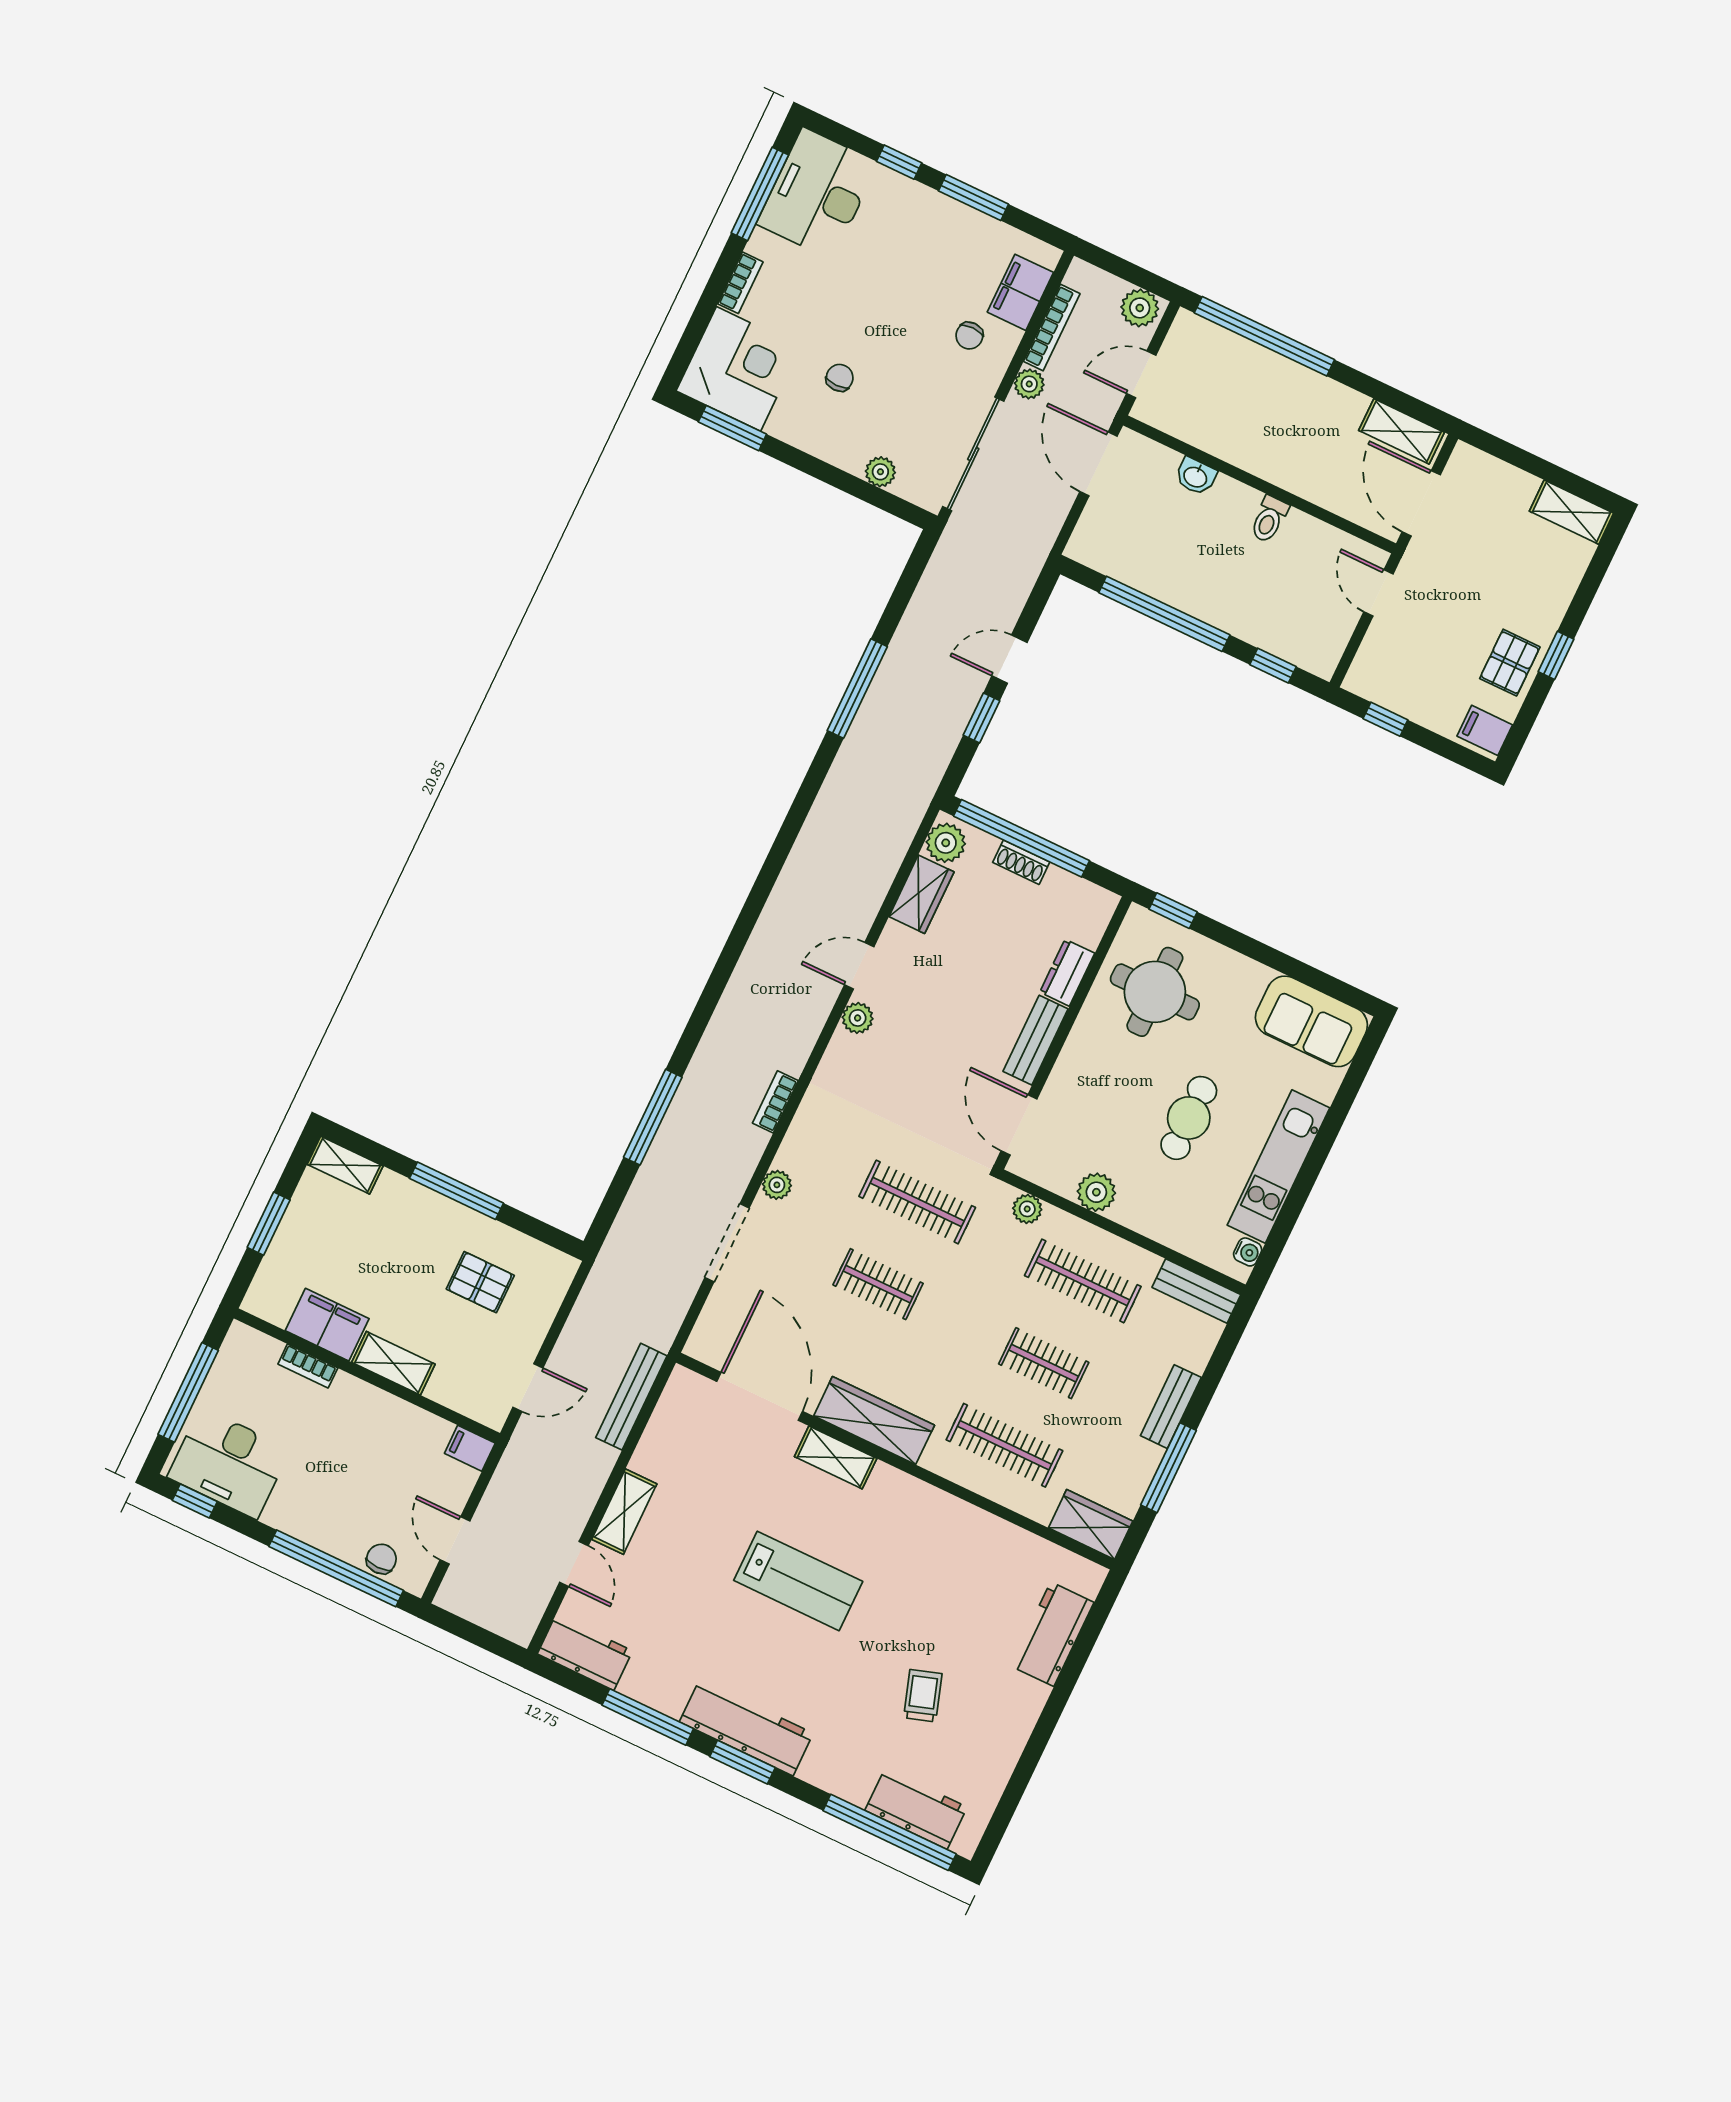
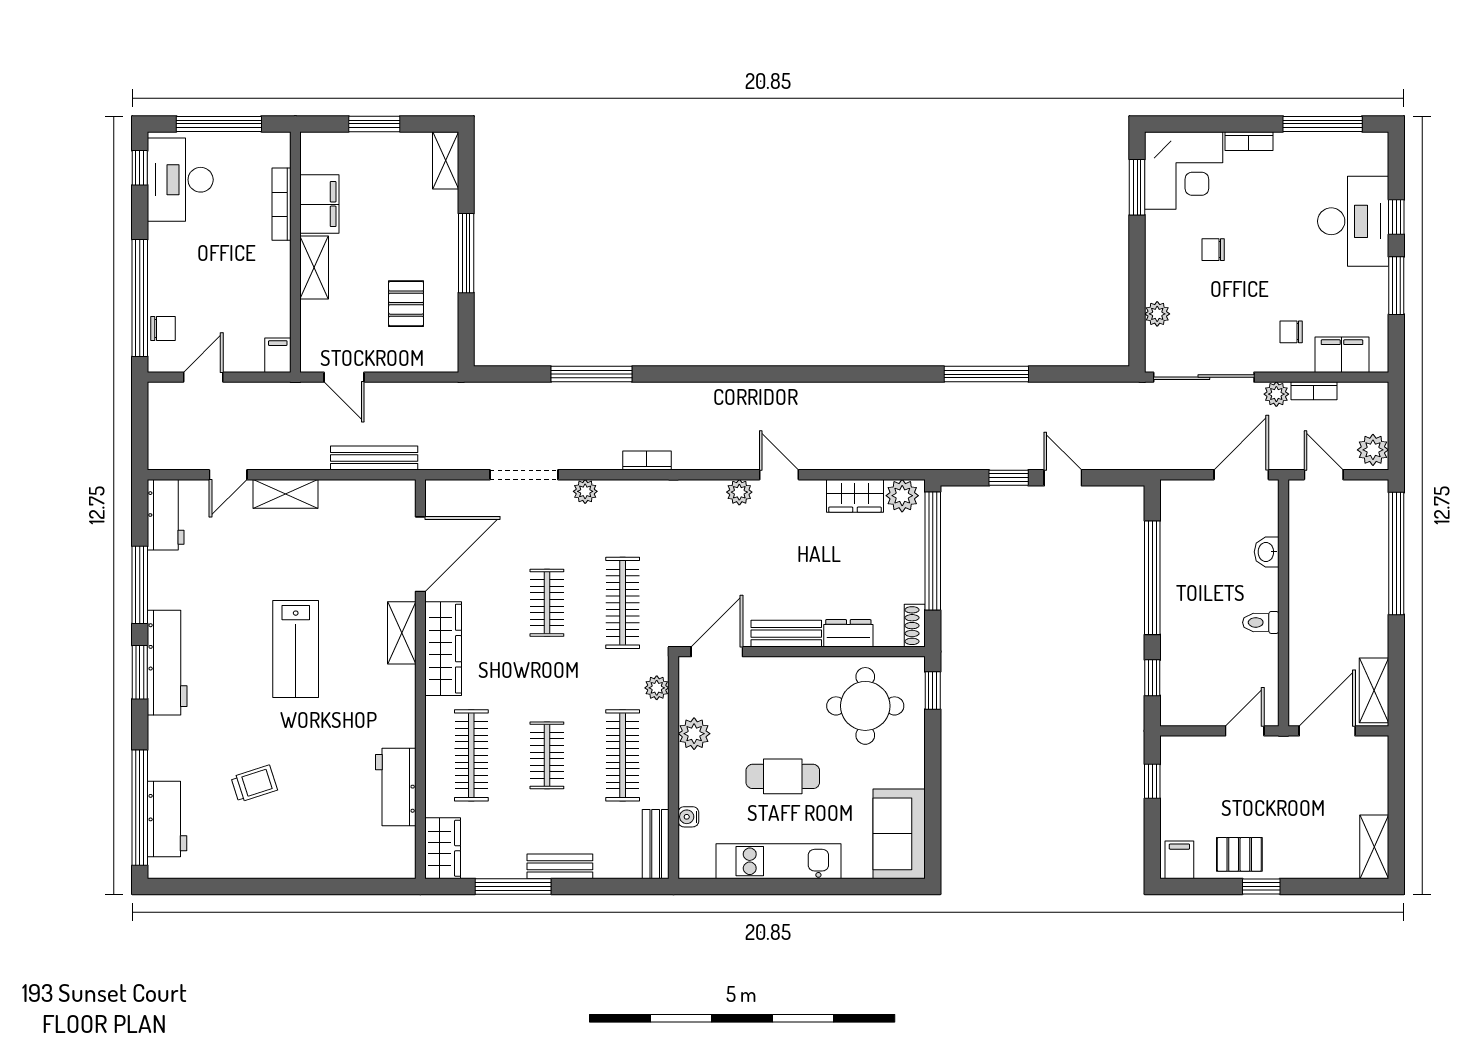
desk: (818, 193) -> (1353, 221), moved, turned 90
bookcase: (1052, 328) -> (1314, 391), width x0.64
chair: (840, 378) -> (1213, 250), turned 180
shoe rack: (1021, 862) -> (915, 626), moved
water cooler: (1248, 1252) -> (688, 817), moved, turned 90
bookcase: (308, 1366) -> (281, 204), width x1.56
workbench: (1052, 1634) -> (396, 787), moved, turned -90

